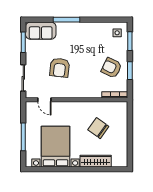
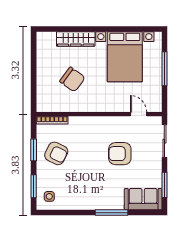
armchair: (60, 68) -> (120, 154), turned -96

